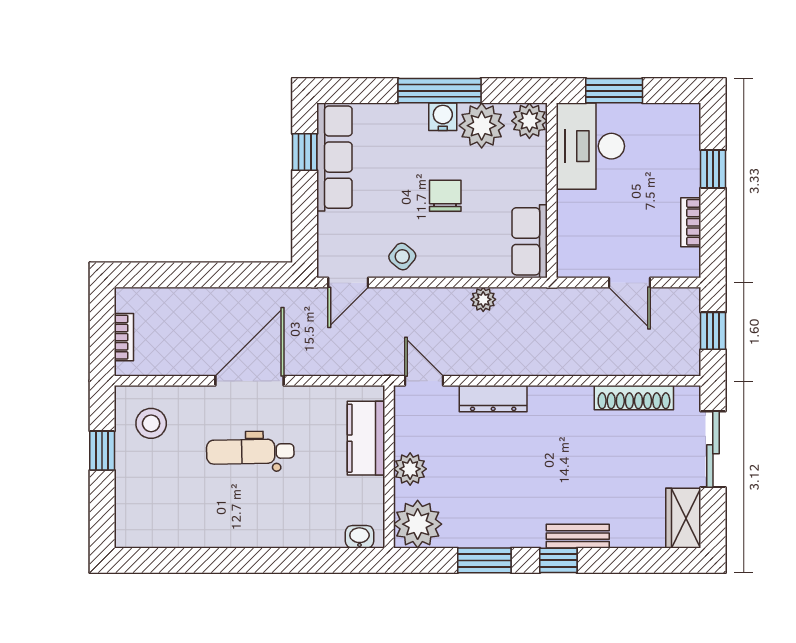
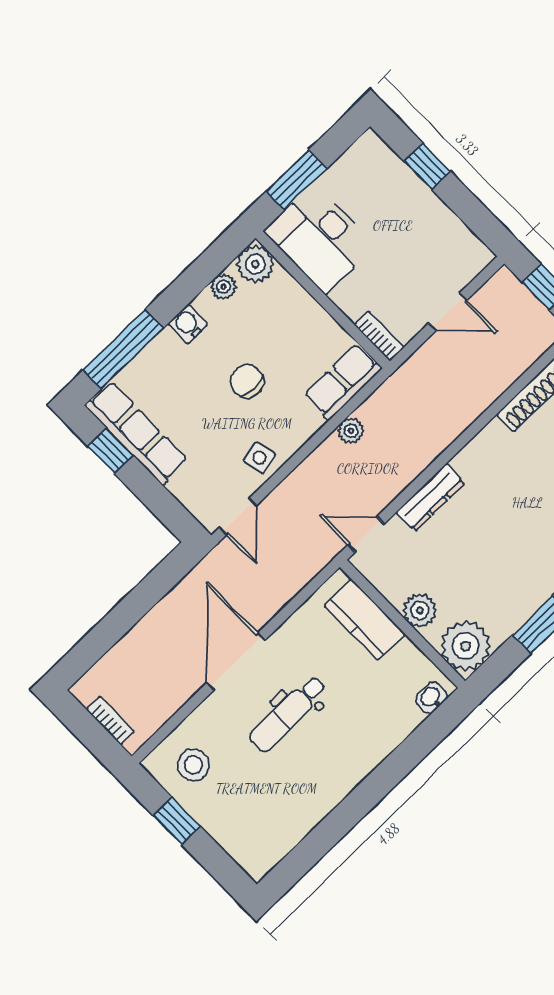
window: (440, 91) -> (123, 349), moved
plant: (482, 126) -> (223, 287), width x0.53, depth x0.53
bookcase: (691, 222) -> (379, 336), moved, turned 180
row of seats: (530, 241) -> (343, 382), moved, turned 90
side table: (402, 256) -> (259, 458), turned 38

